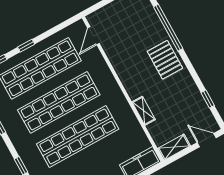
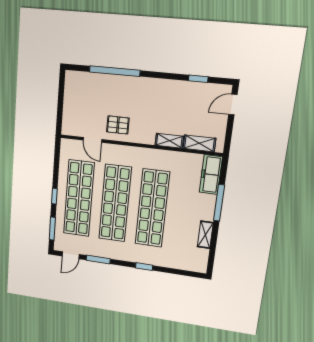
door: (93, 36) -> (92, 140), moved
pallet: (165, 60) -> (118, 125), moved, width x0.67, depth x0.71
shelving: (174, 147) -> (199, 143), moved, turned 90

